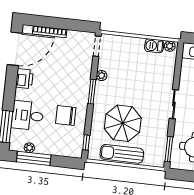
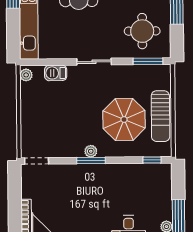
barbecue: (154, 46) -> (56, 73), moved, turned 90
plant: (102, 76) -> (91, 151), moved
chair: (66, 116) -> (123, 188), removed

